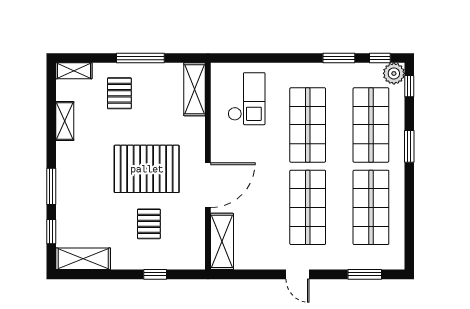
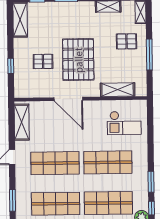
shelving: (194, 89) -> (118, 90), moved
shelving: (222, 241) -> (22, 122), moved, turned 90

